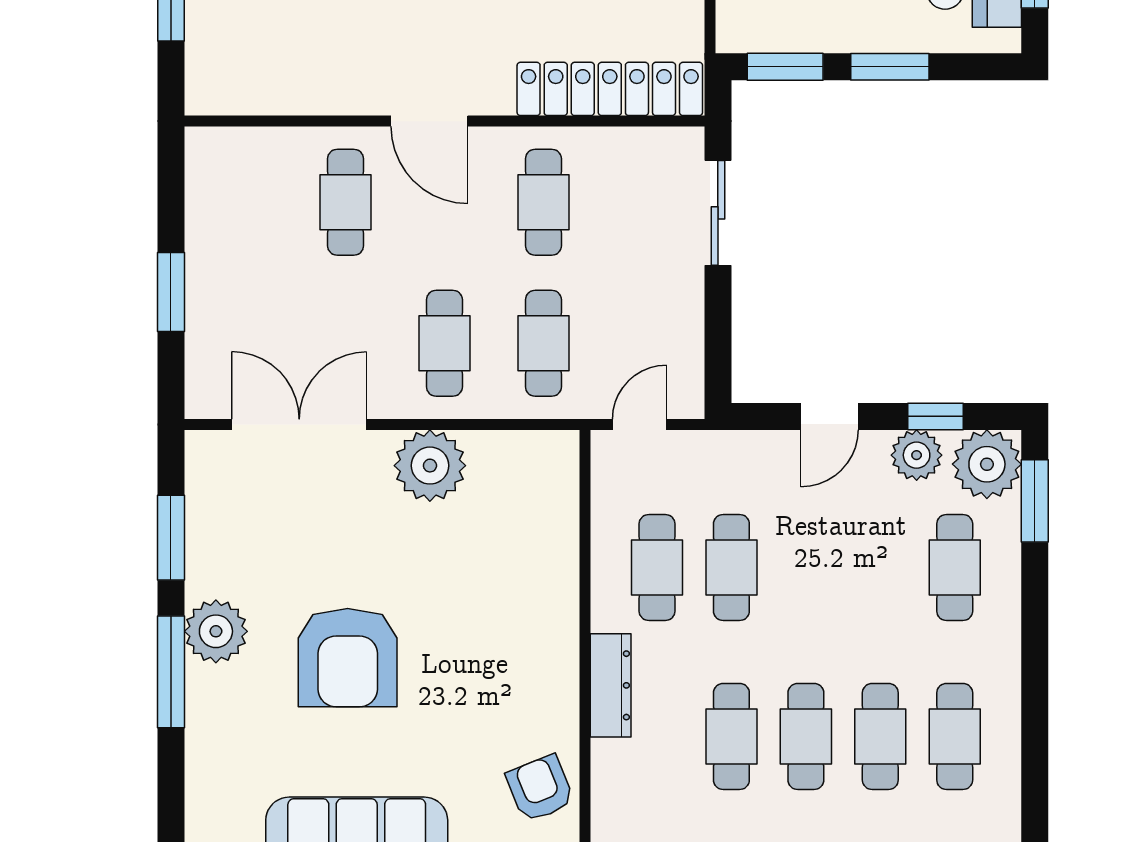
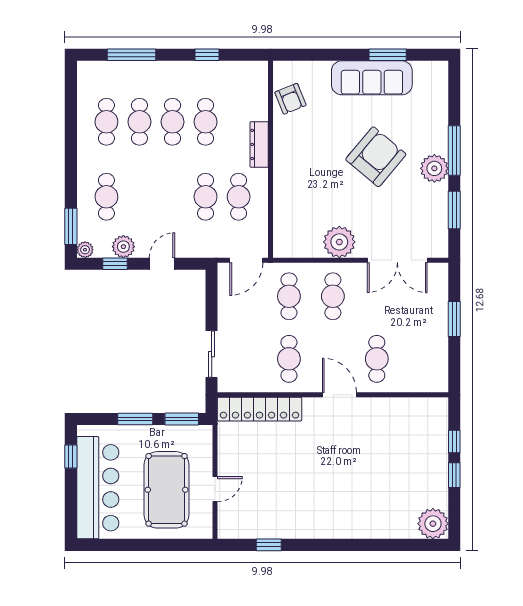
door: (640, 424) -> (246, 260), width x1.38
plant: (987, 464) -> (85, 250), width x0.53, depth x0.53
armchair: (348, 658) -> (376, 157), turned 40

